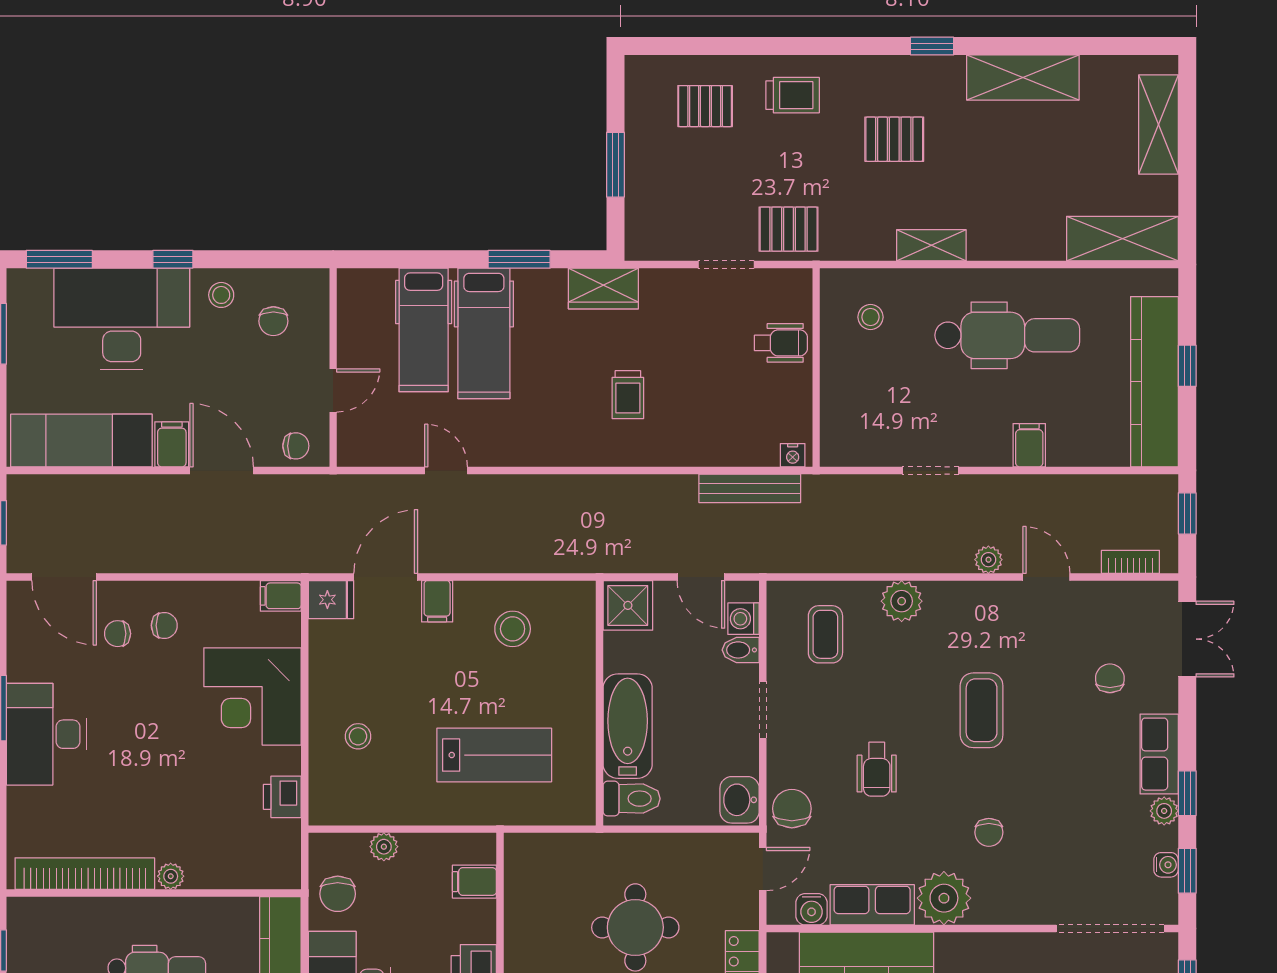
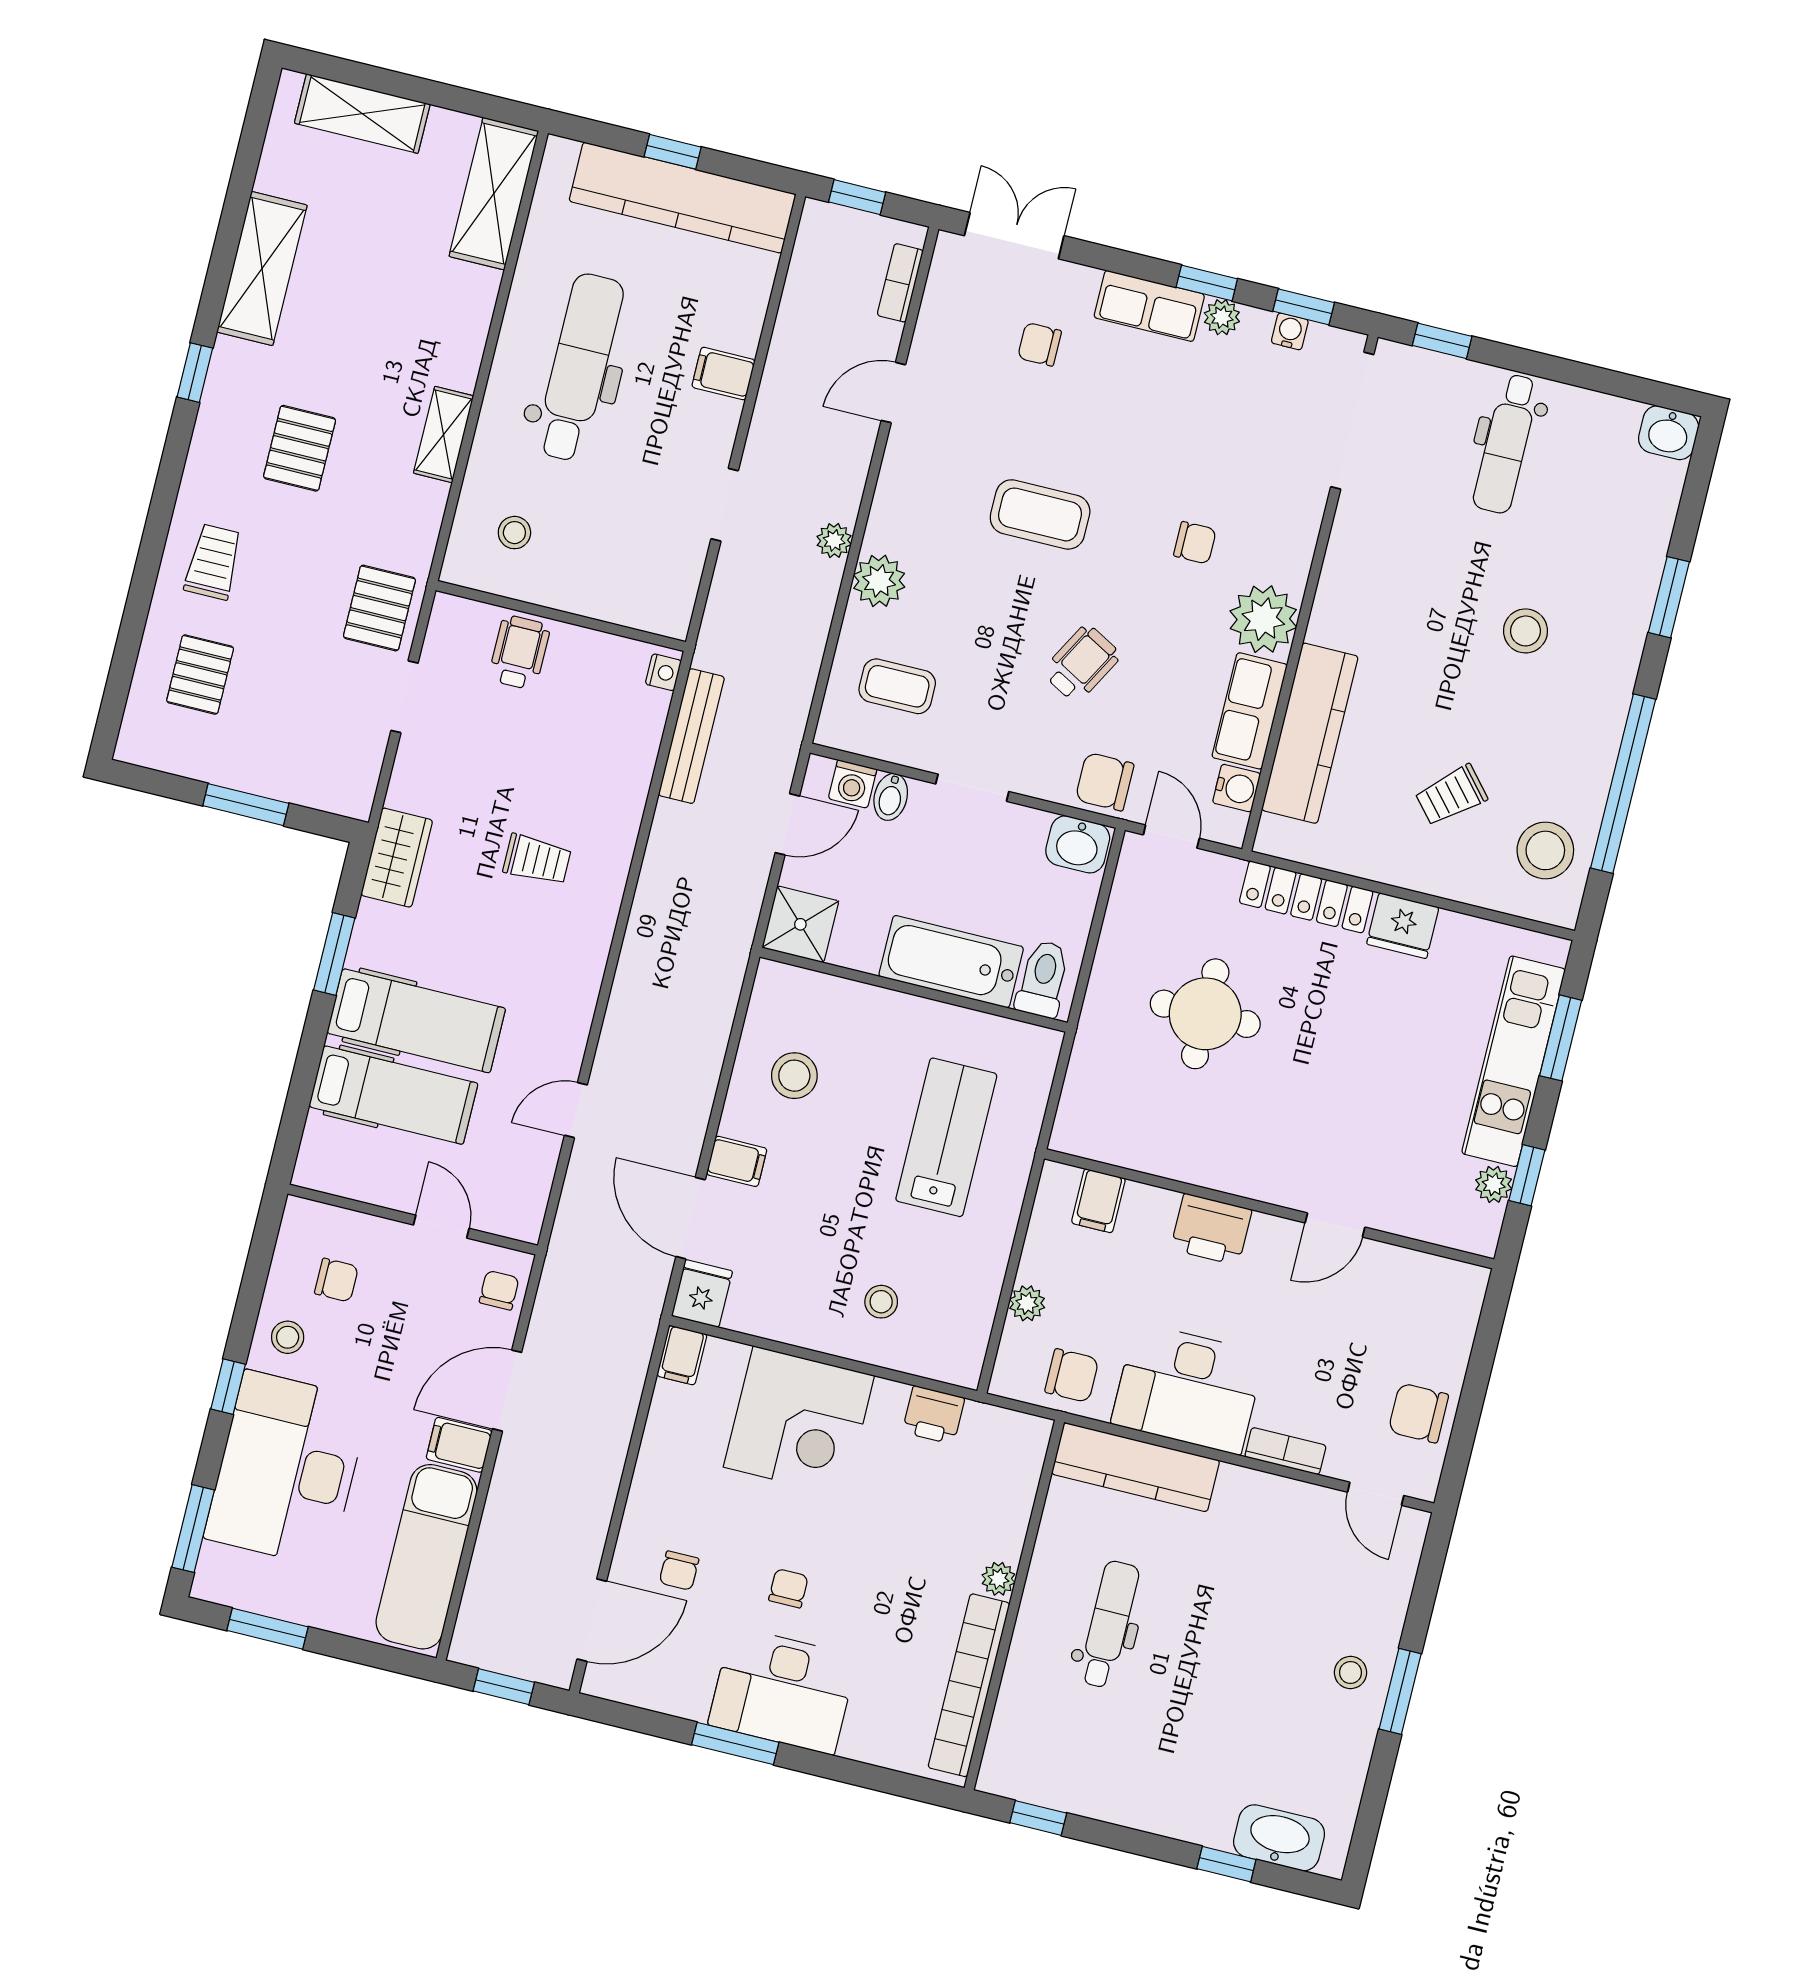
plant: (988, 560) -> (834, 540), moved
chair: (164, 625) -> (788, 1588), moved
wheelchair: (877, 769) -> (1082, 664), turned -61

